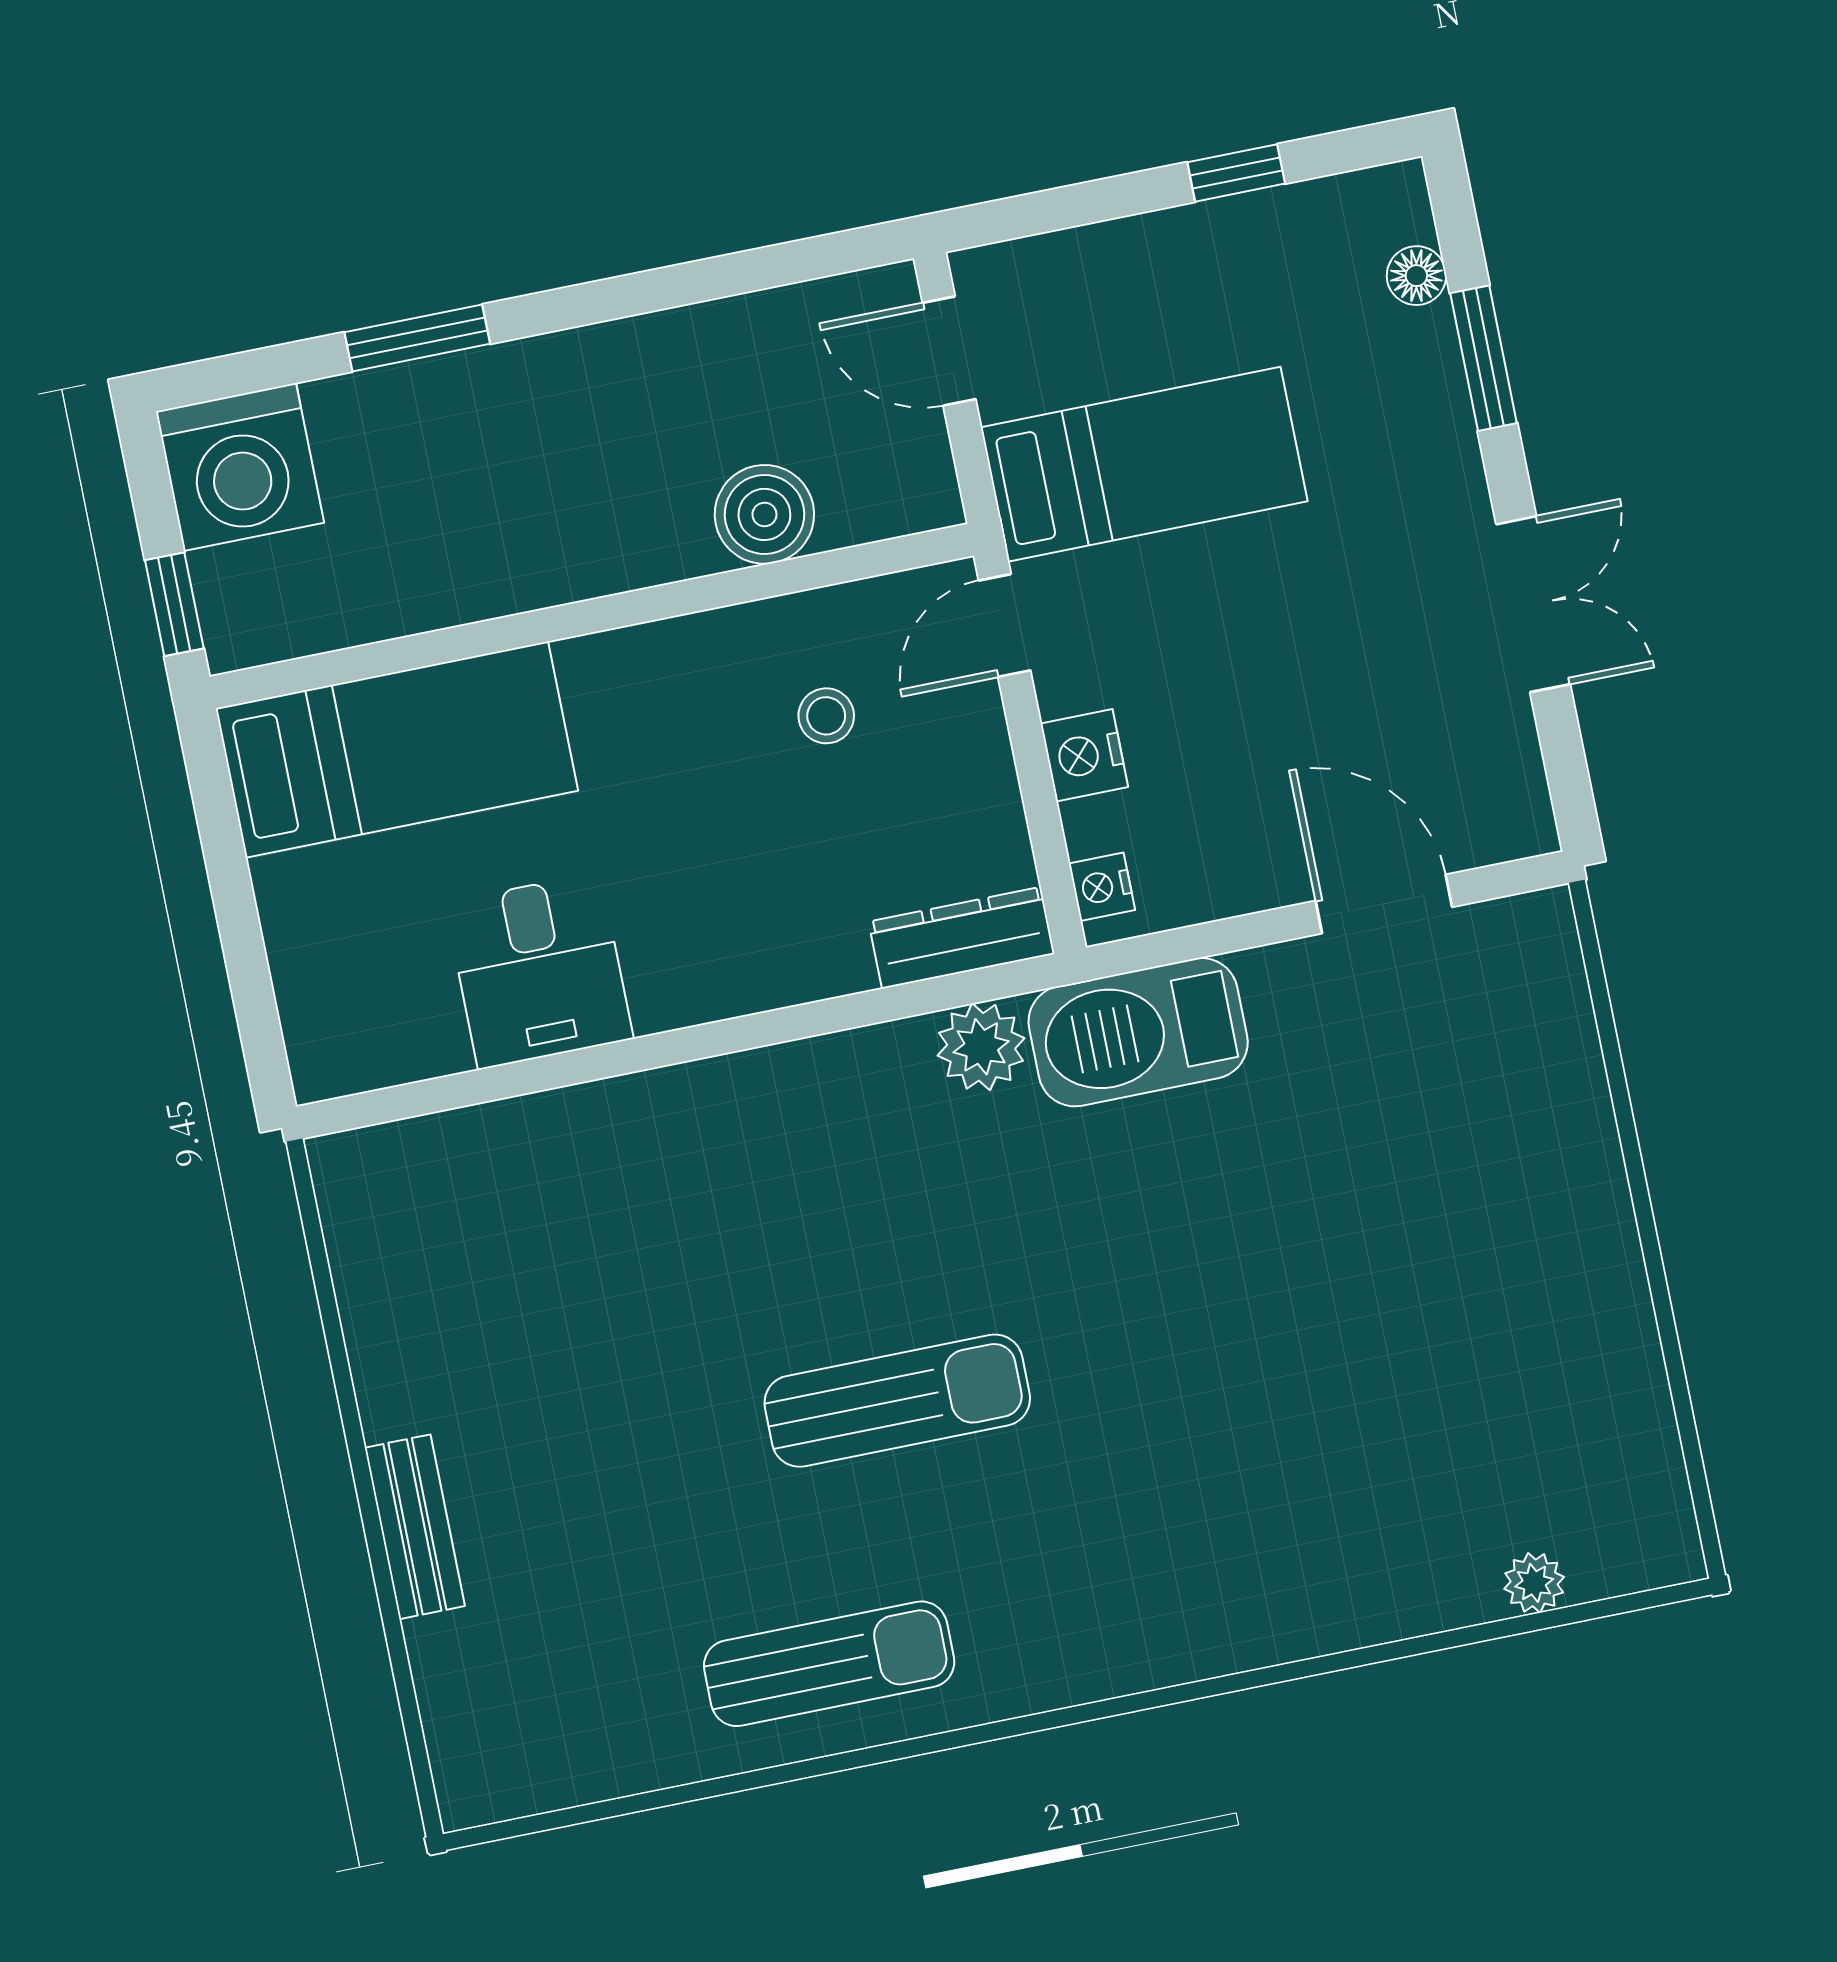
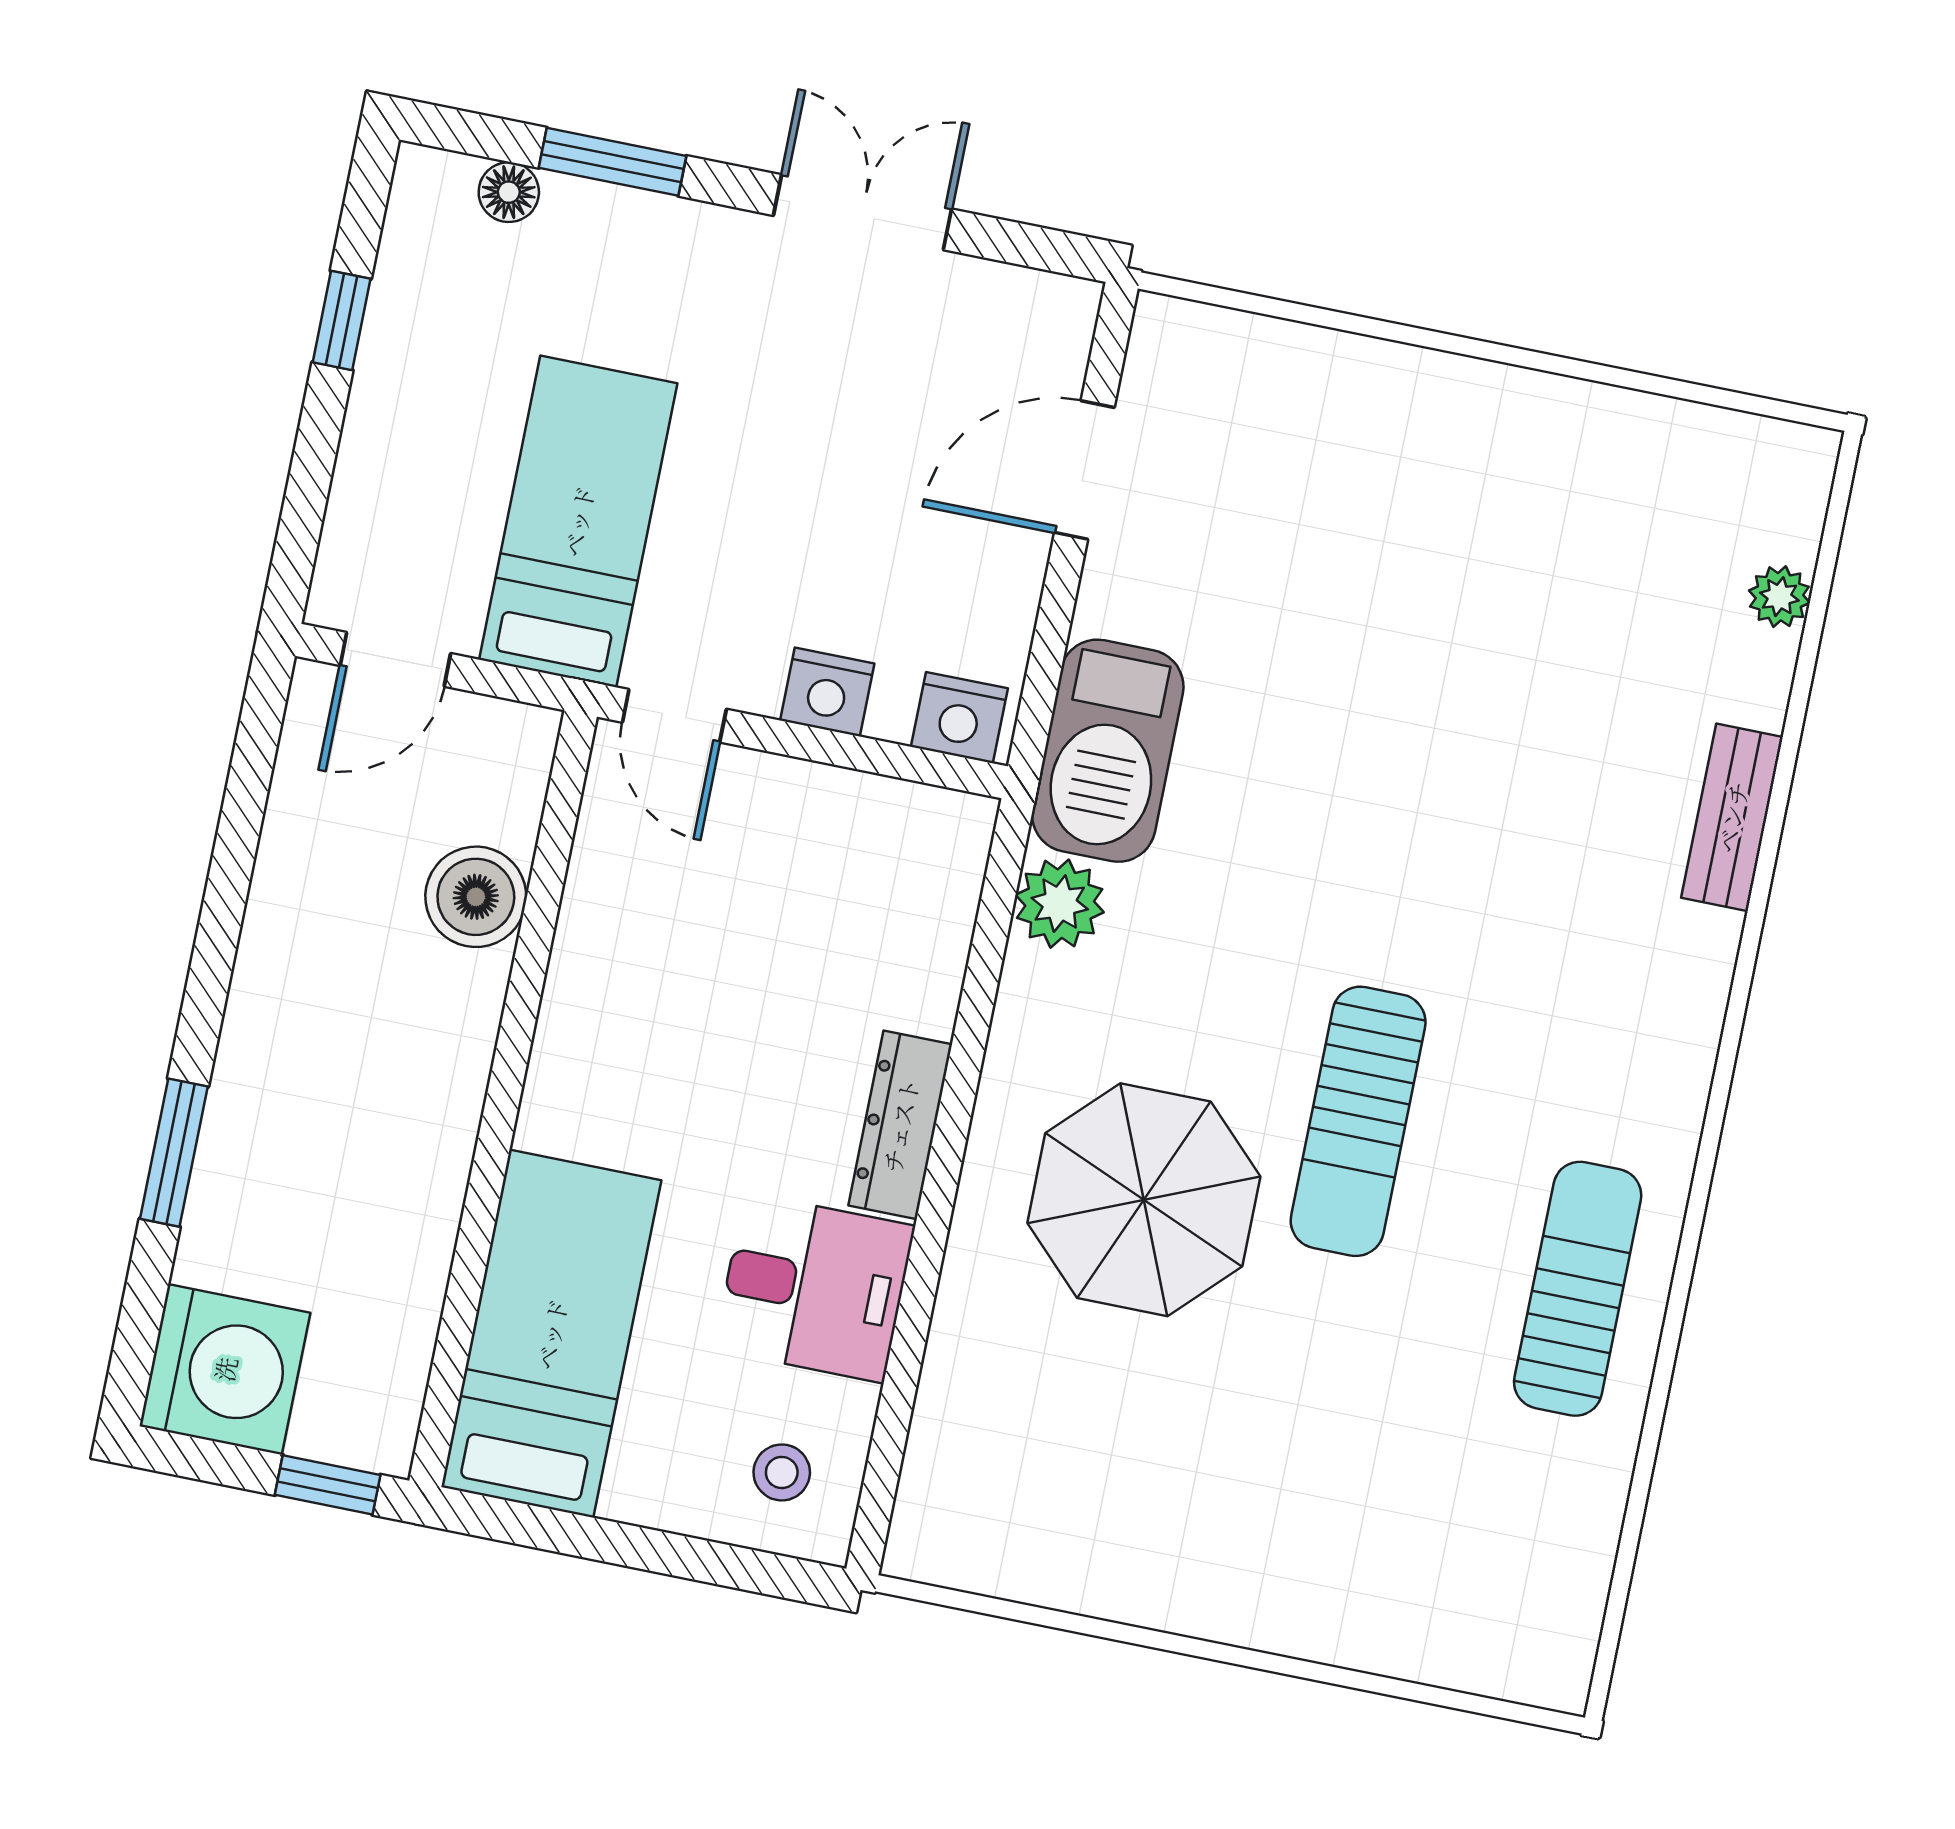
stool: (826, 716) -> (782, 1472), moved
nightstand: (1102, 887) -> (959, 718), width x1.39, depth x1.35
dresser: (961, 938) -> (900, 1125), moved
parasol: (744, 1236) -> (1144, 1200), added
sun lounger: (897, 1401) -> (1358, 1121), turned 180
bench: (415, 1527) -> (1732, 817), moved, turned 90

